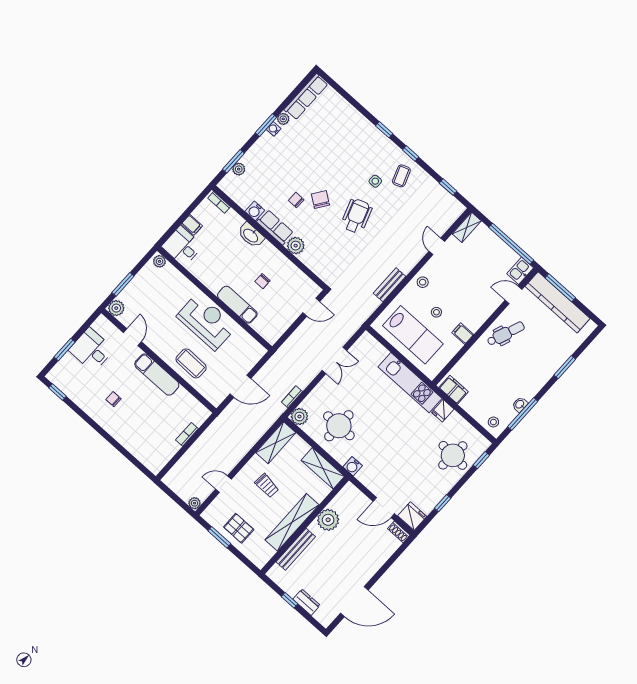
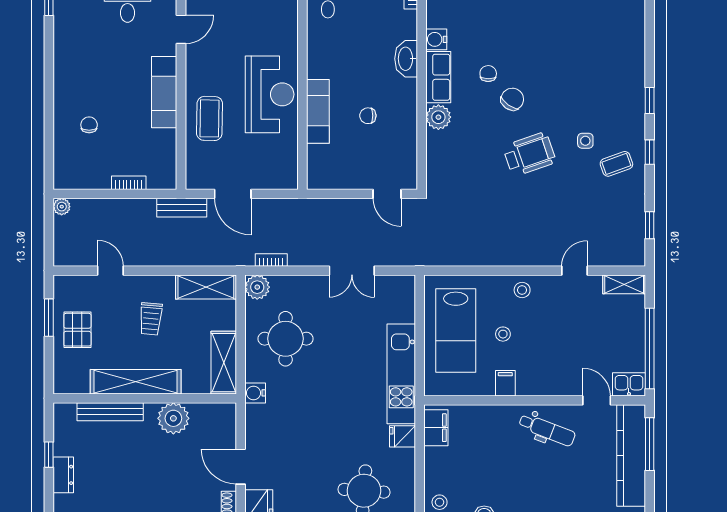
bench: (390, 285) -> (182, 208), moved
chair: (114, 399) -> (89, 125), moved
plant: (195, 503) -> (62, 207), moved

